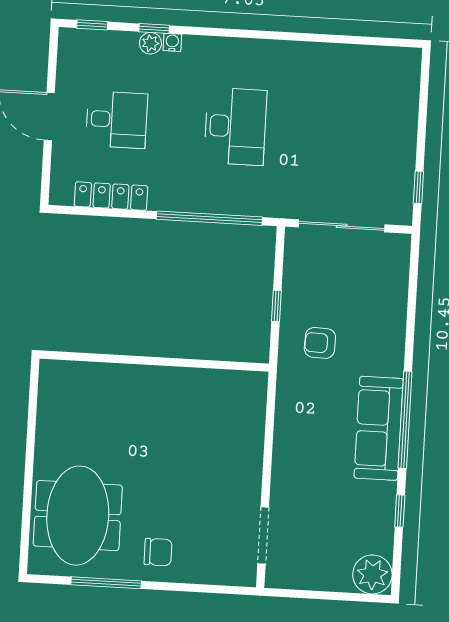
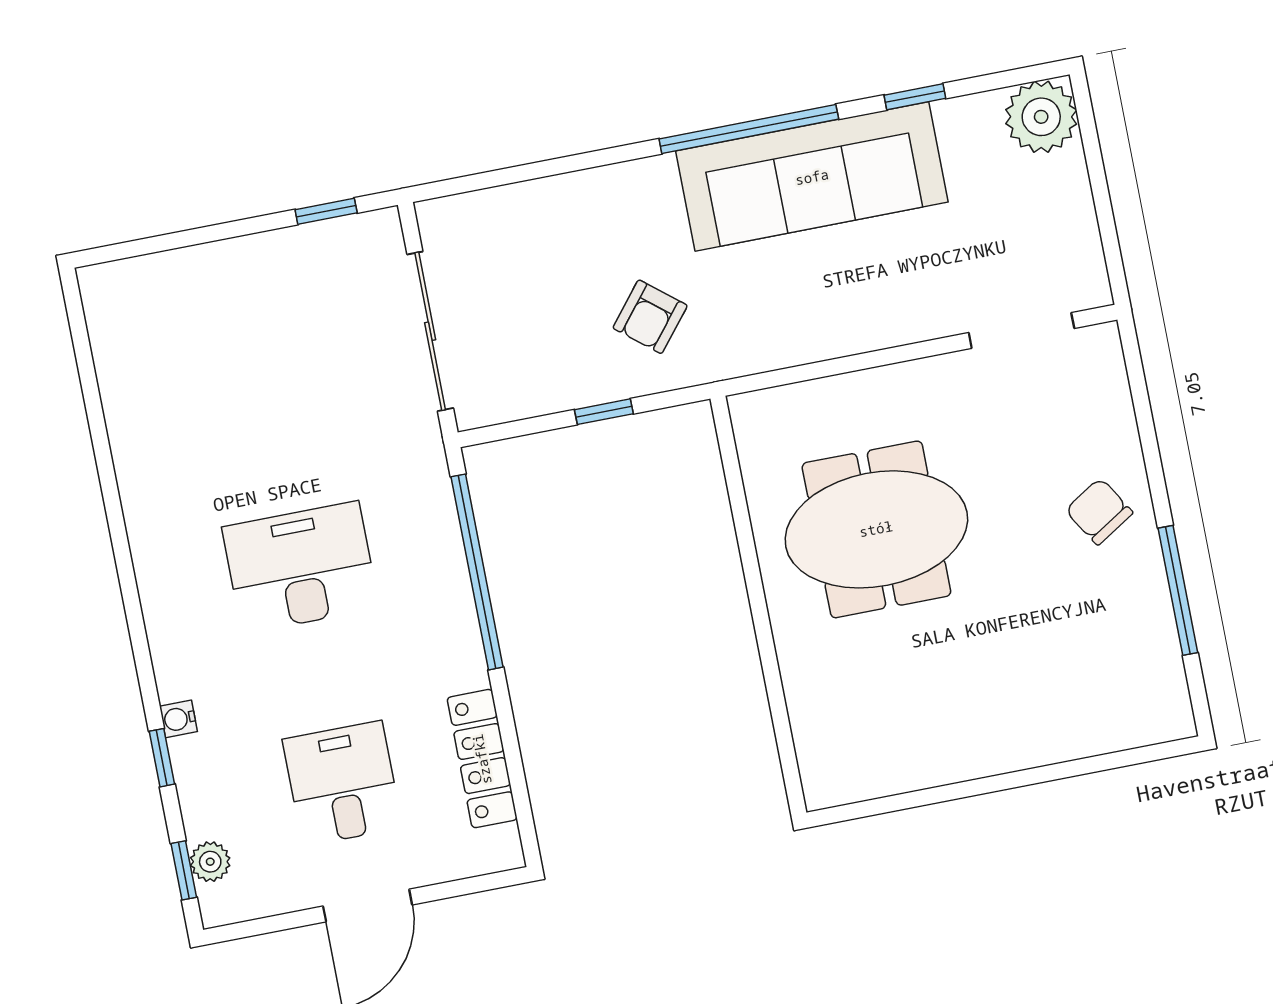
plant: (150, 43) -> (210, 862), moved
armchair: (320, 343) -> (650, 317), turned 37
sofa: (379, 428) -> (812, 177), width x1.36, depth x1.27
meeting table: (78, 516) -> (876, 529), moved
chair: (158, 552) -> (1099, 511), turned -32

